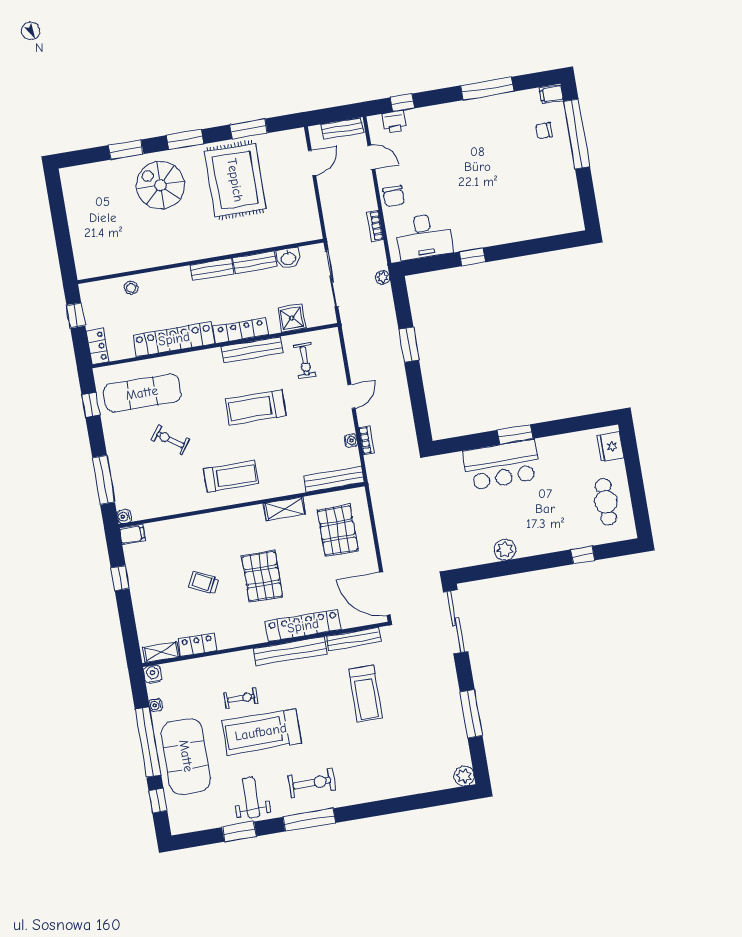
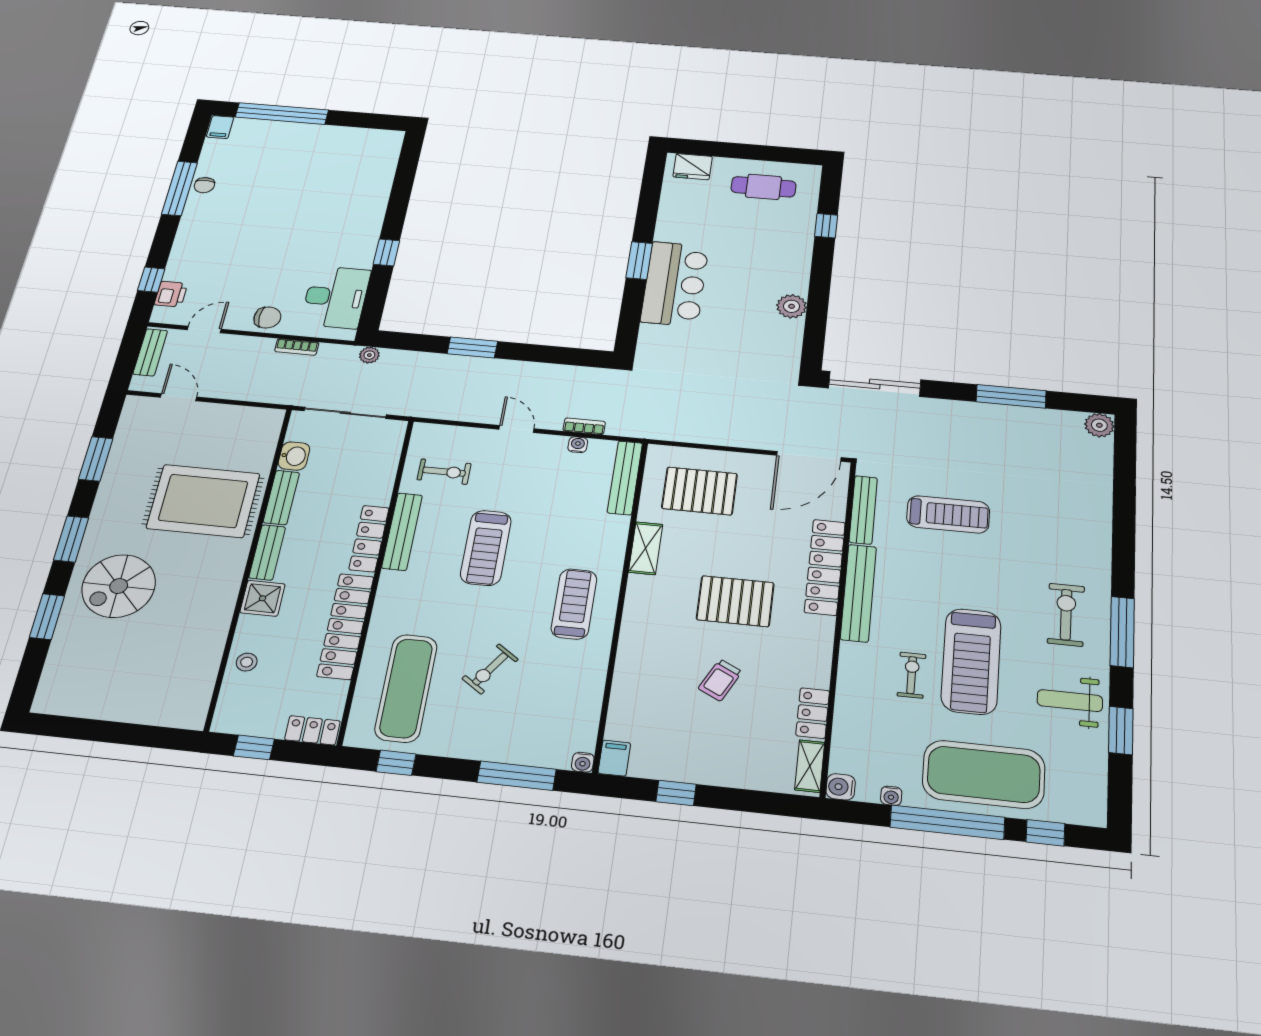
chair: (544, 131) -> (204, 185), moved
rug: (235, 180) -> (203, 501), moved
shower: (292, 318) -> (263, 598), moved

